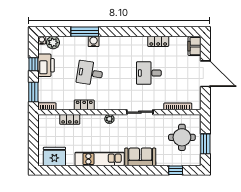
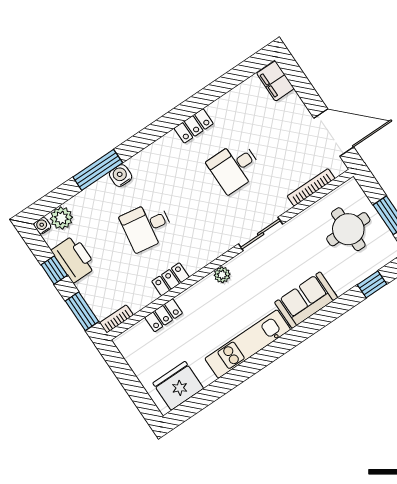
locker: (158, 41) -> (194, 126), moved
door: (205, 74) -> (334, 133), moved

